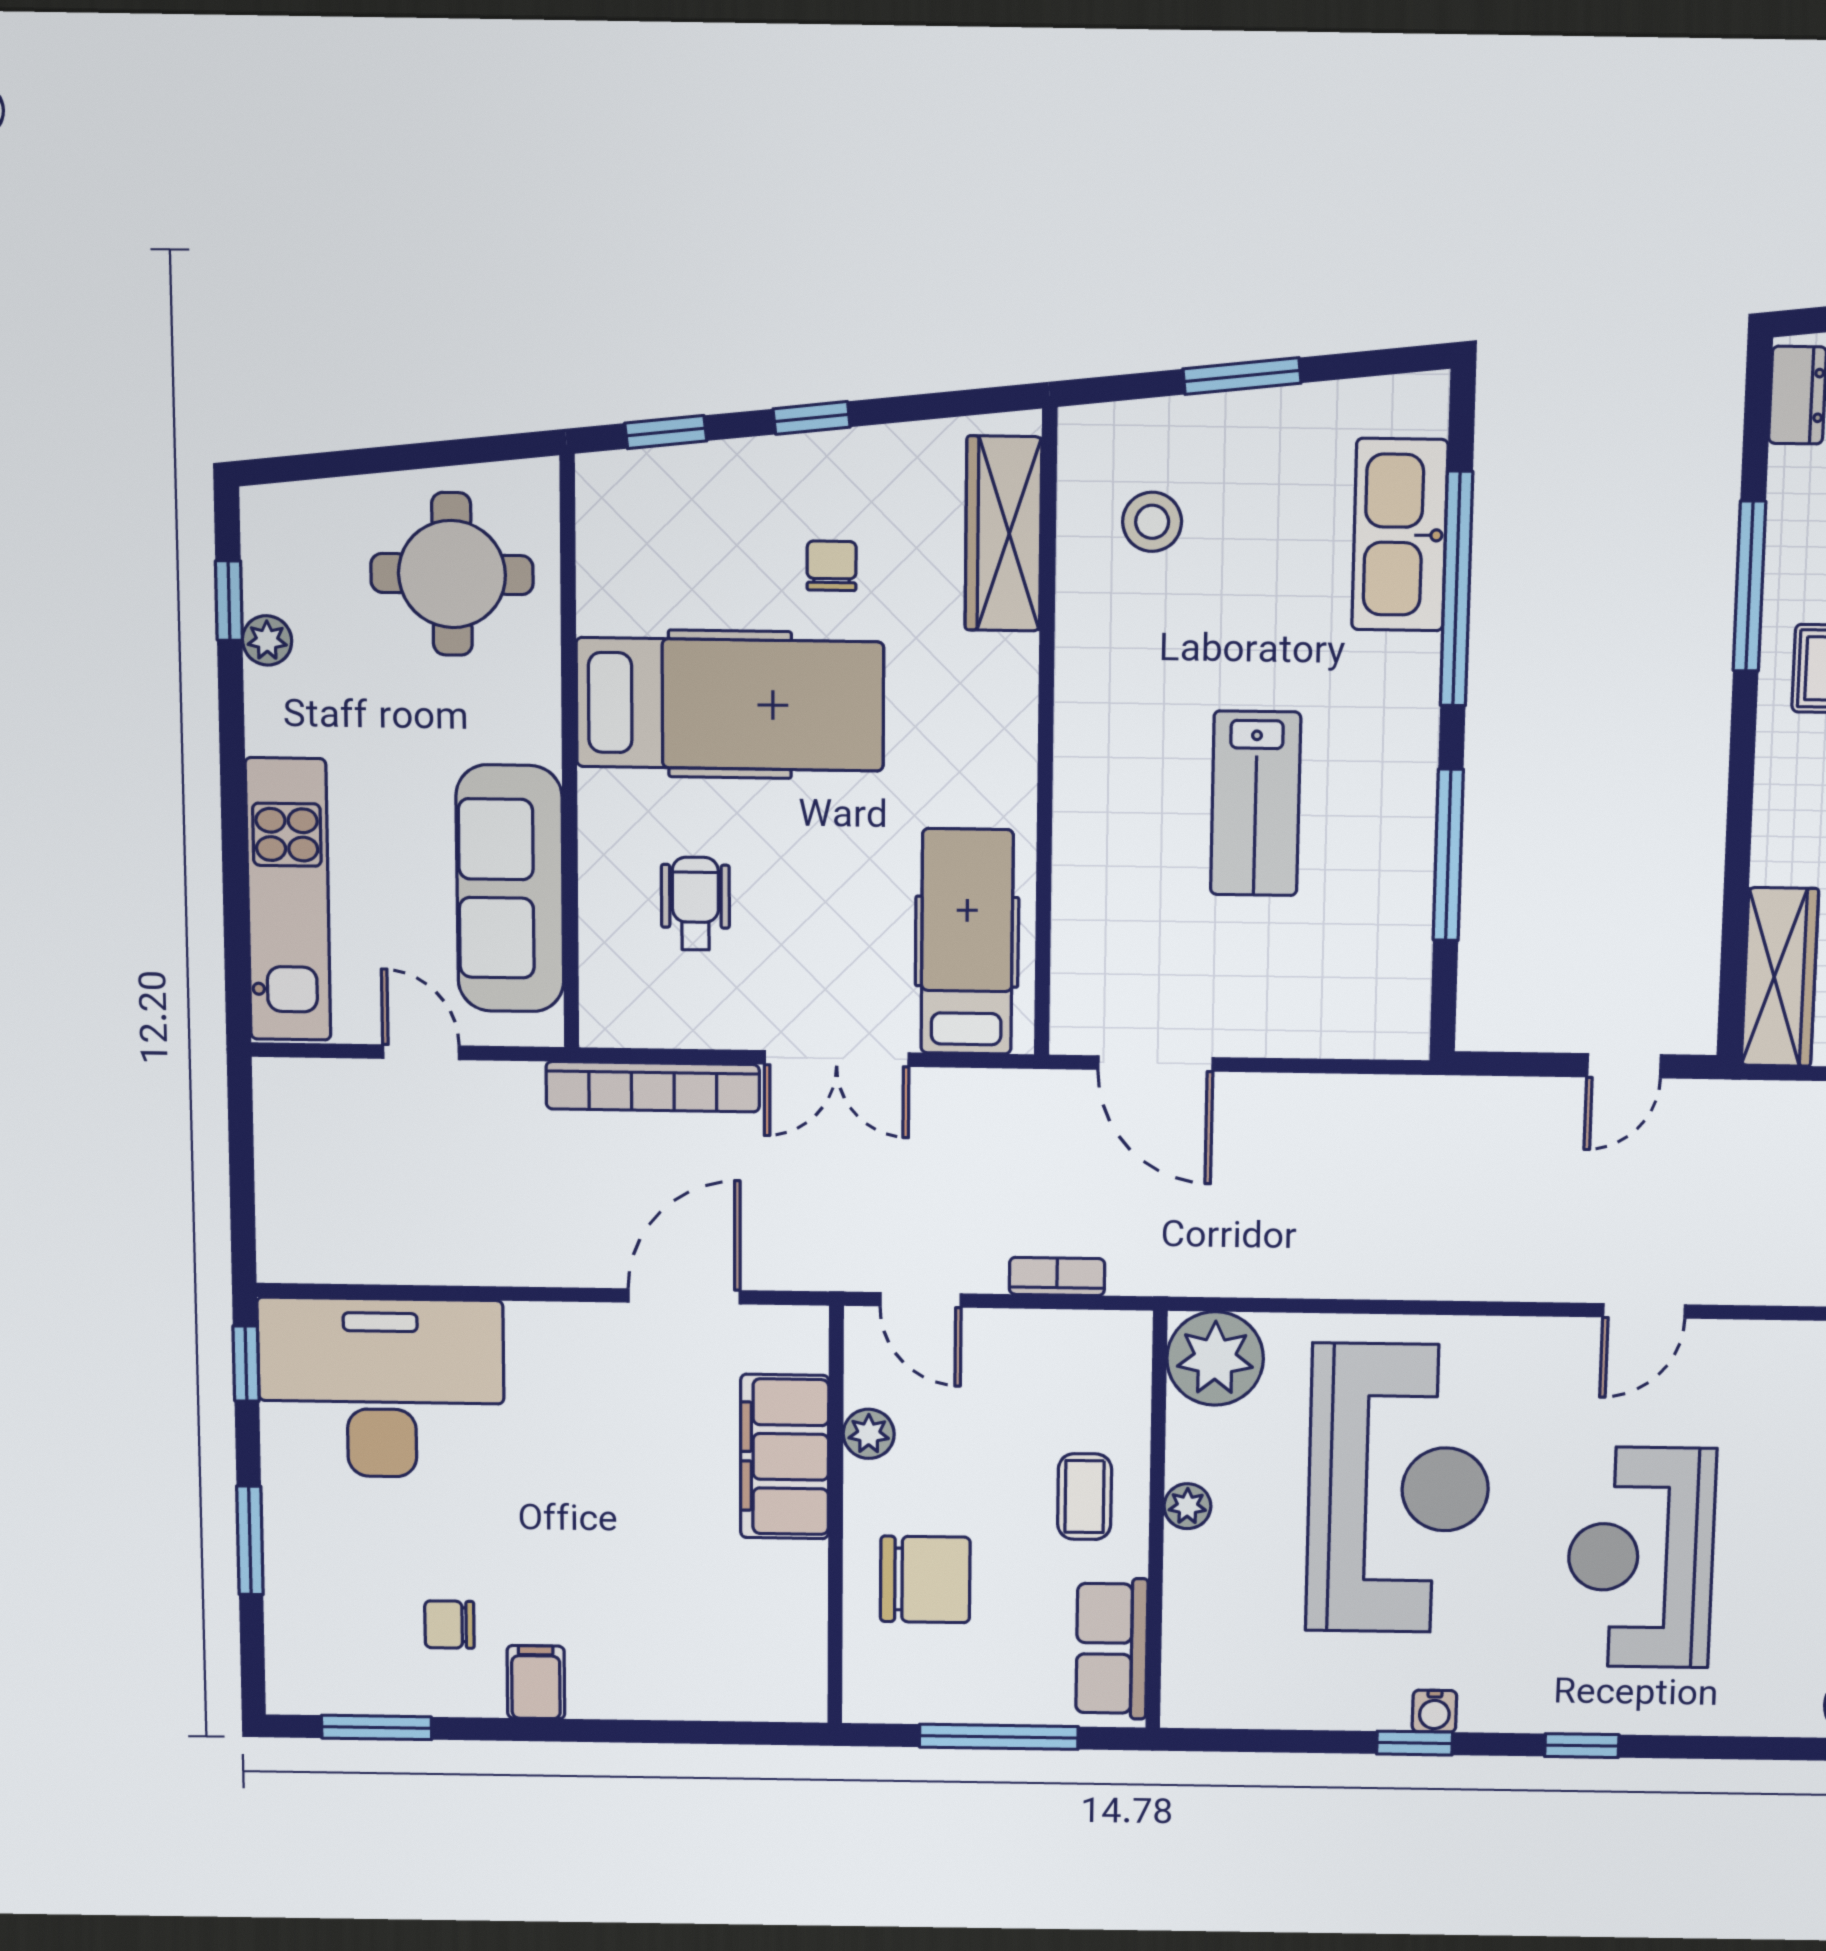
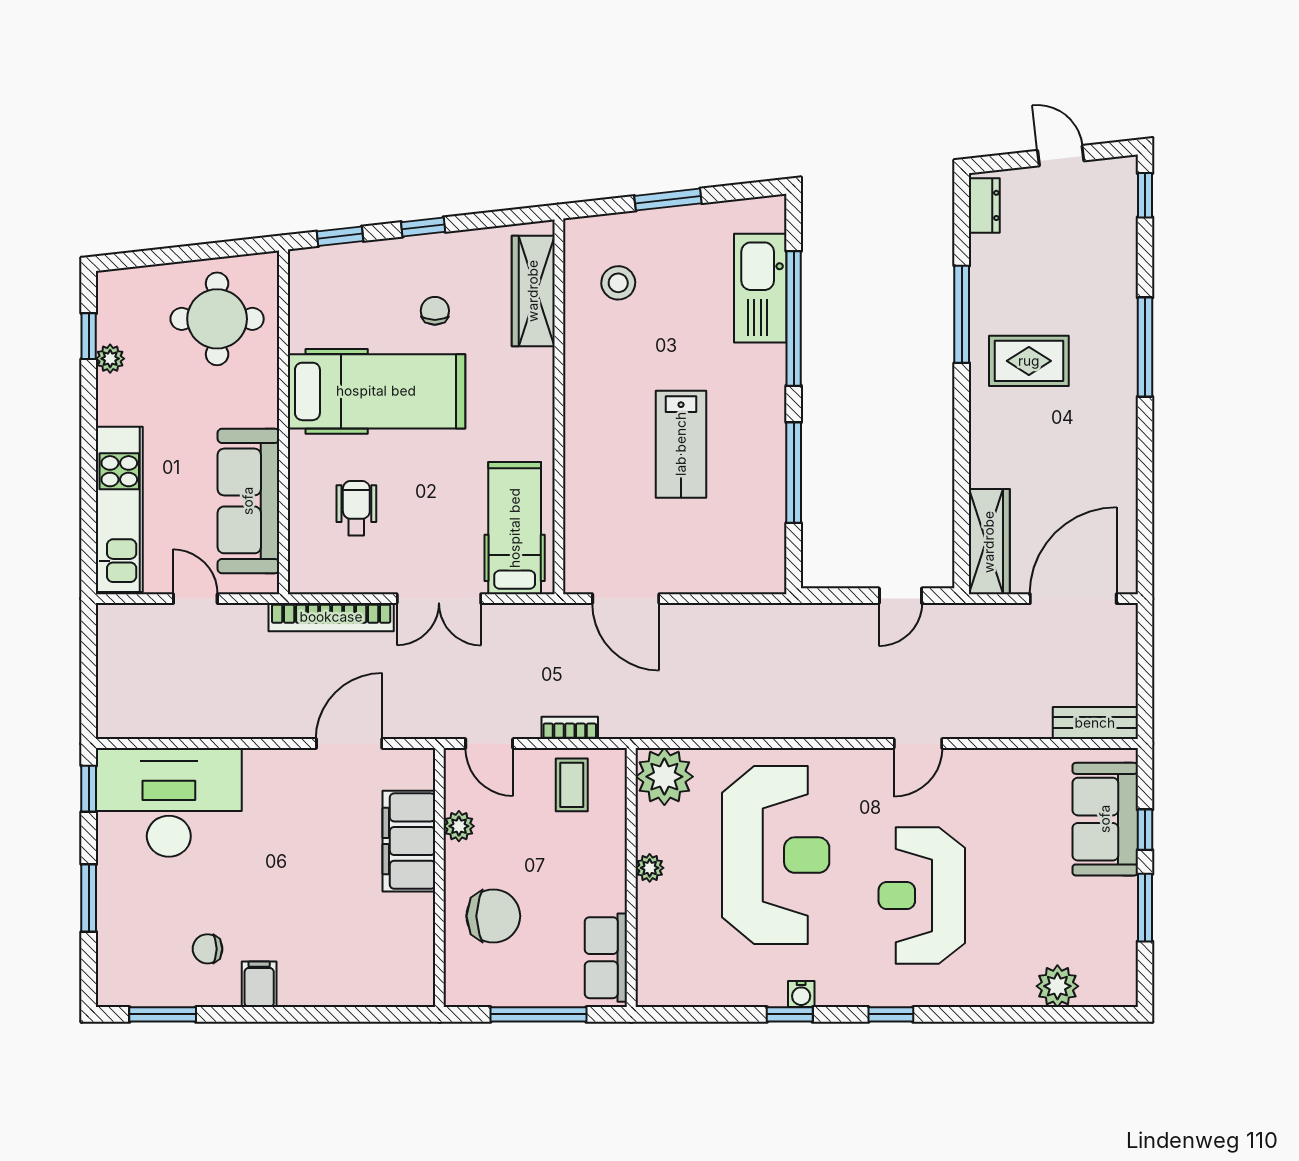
coffee table: (1085, 1497) -> (572, 785), moved

